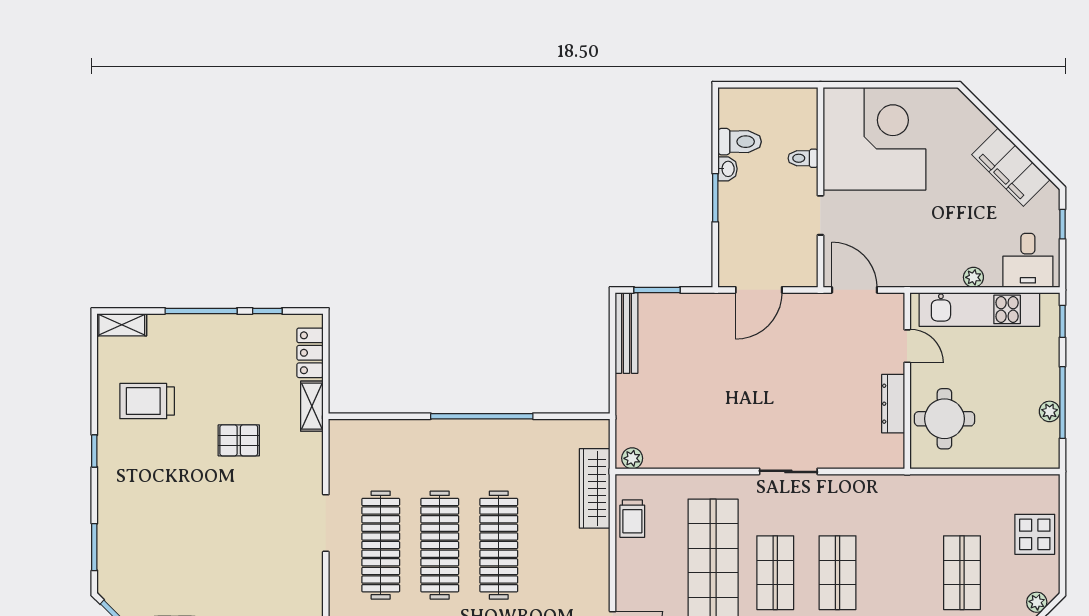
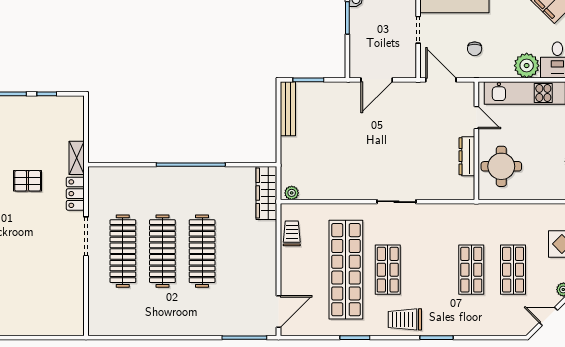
chair: (905, 244) -> (475, 49), added
plant: (973, 277) -> (527, 66), width x1.87, depth x1.87
locker: (310, 353) -> (75, 194), moved
wardrobe: (595, 488) -> (266, 193), moved
trolley: (632, 519) -> (292, 233), turned 180
shop shelf: (838, 573) -> (471, 270), moved

